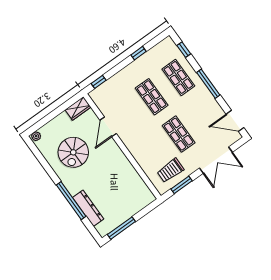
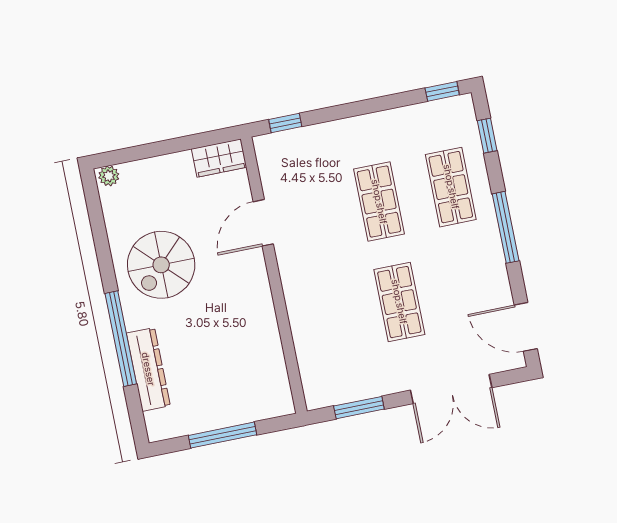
window: (139, 53) -> (442, 91), moved
spiral stairs: (73, 152) -> (161, 265), moved
trolley: (170, 170) -> (350, 368), removed
window: (121, 228) -> (222, 435), moved

